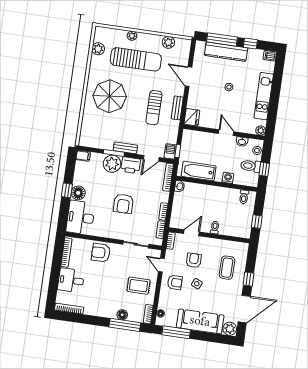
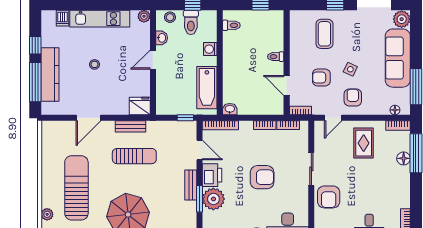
plant: (132, 36) -> (47, 214), moved
plant: (168, 42) -> (49, 150), removed
dishwasher: (270, 56) -> (63, 18), moved
barbecue: (170, 151) -> (187, 127), removed
sliding door: (136, 244) -> (311, 169), moved
coffee table: (227, 268) -> (324, 34), turned 90

